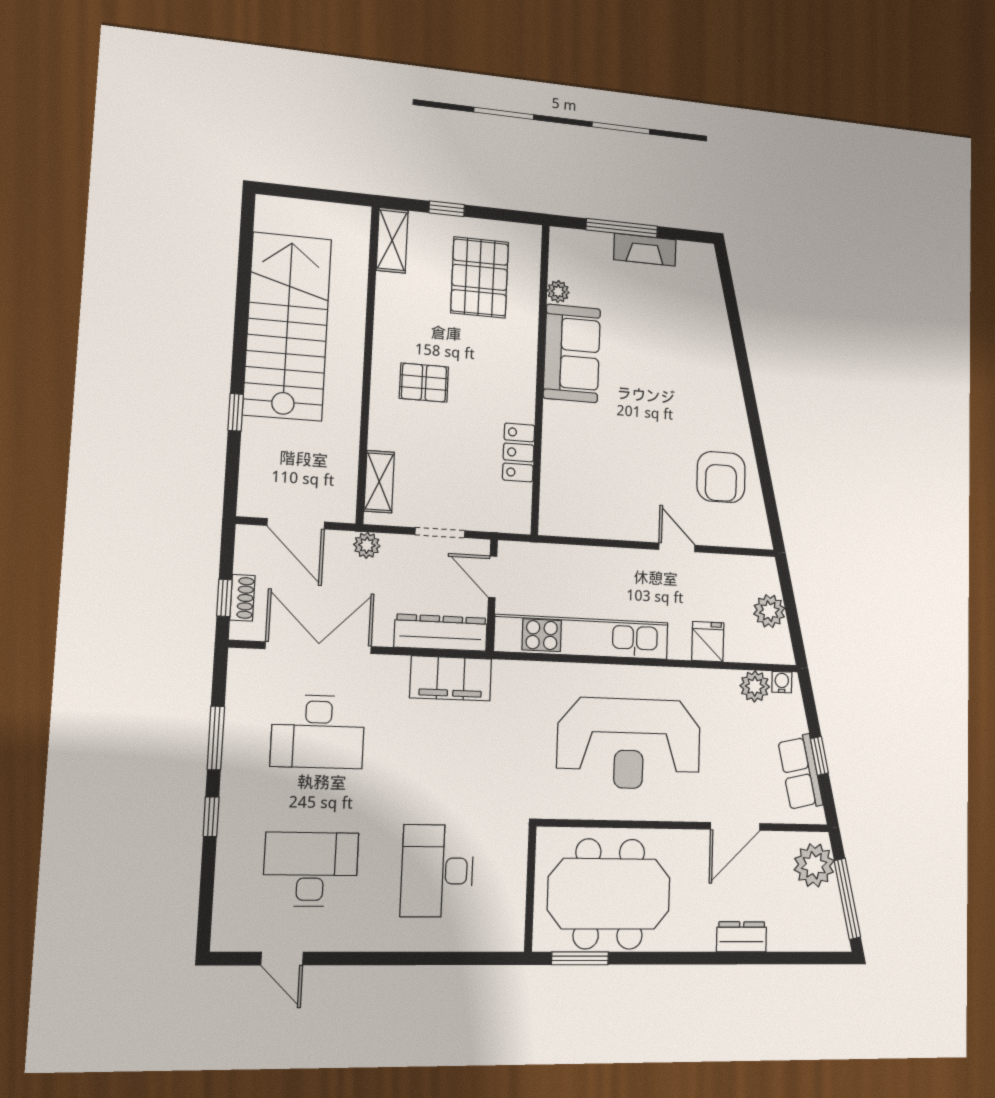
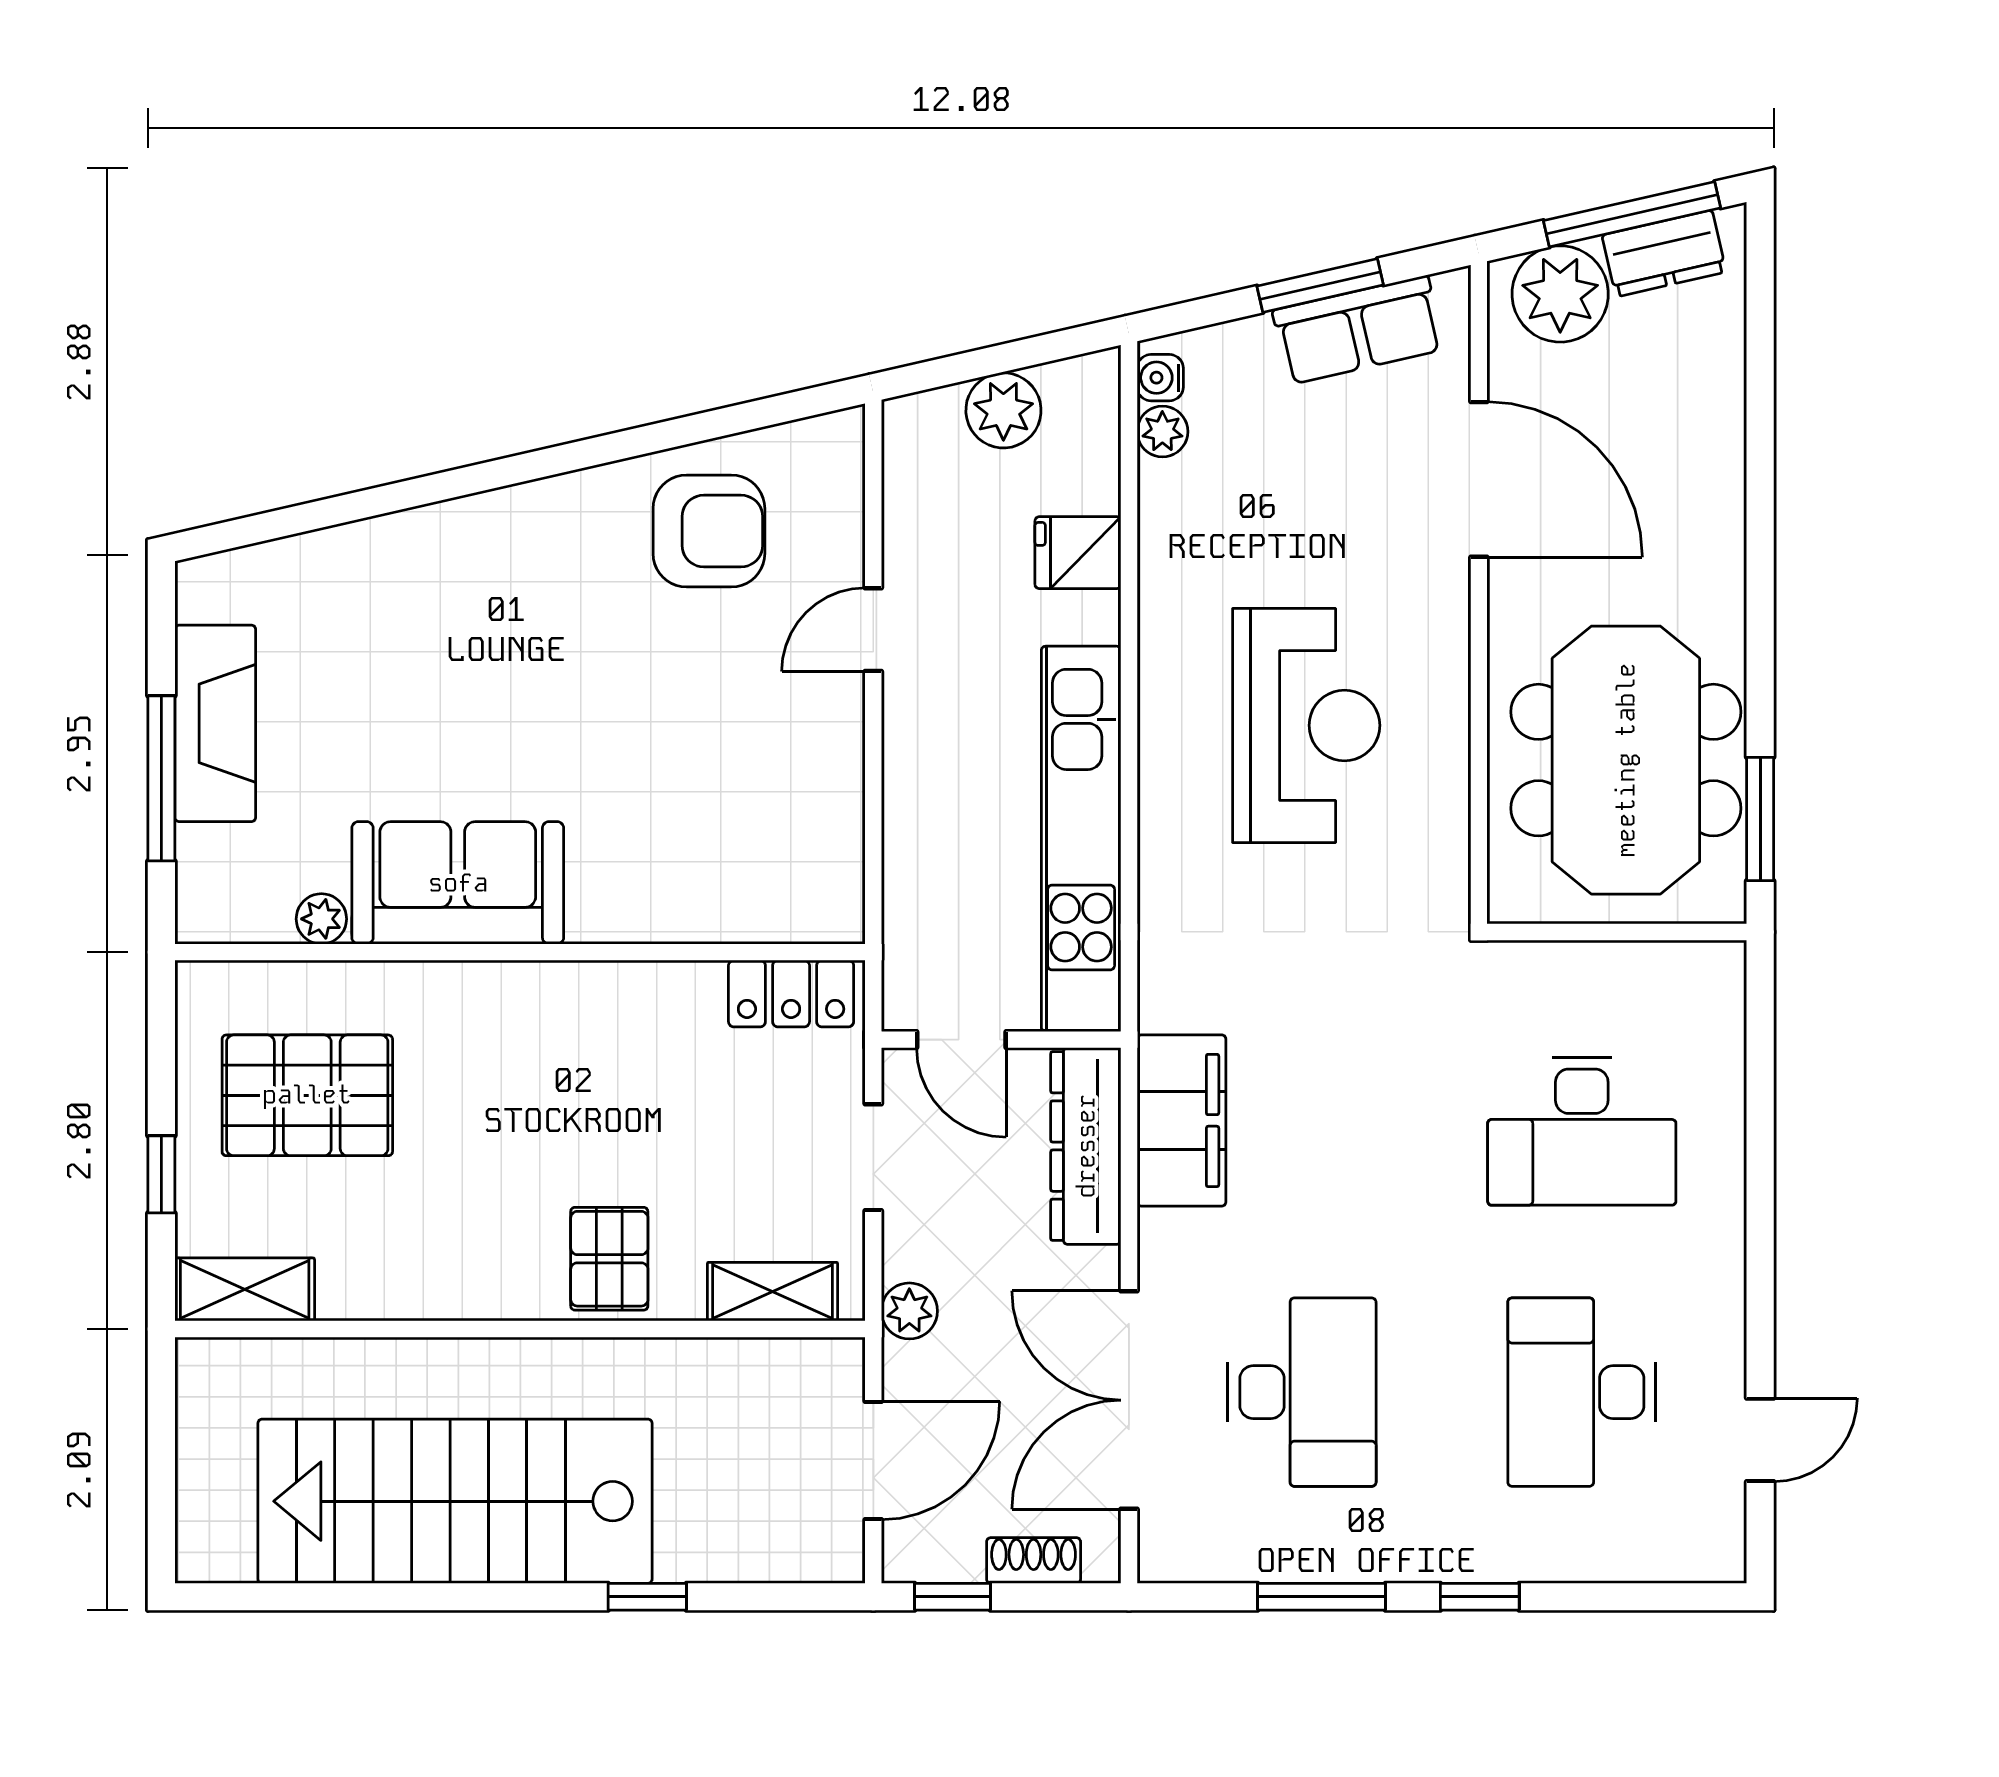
fireplace: (645, 250) -> (215, 723), width x1.37, depth x1.32
pallet: (424, 383) -> (609, 1259), moved
locker: (519, 452) -> (791, 994), moved
door: (493, 577) -> (961, 1040), hinge flipped
window: (224, 598) -> (953, 1597), moved
plant: (755, 686) -> (1162, 432), width x0.73, depth x0.73
reception desk: (629, 743) -> (1306, 725), width x0.74, depth x0.77
window: (819, 756) -> (1320, 286), width x1.50
door: (735, 826) -> (1479, 479), width x1.36
dresser: (741, 937) -> (1664, 253), moved, turned -103

